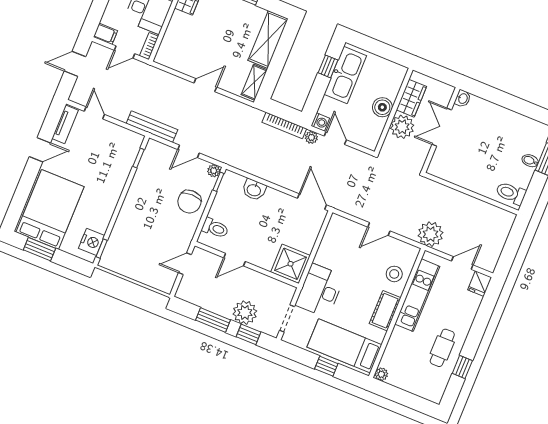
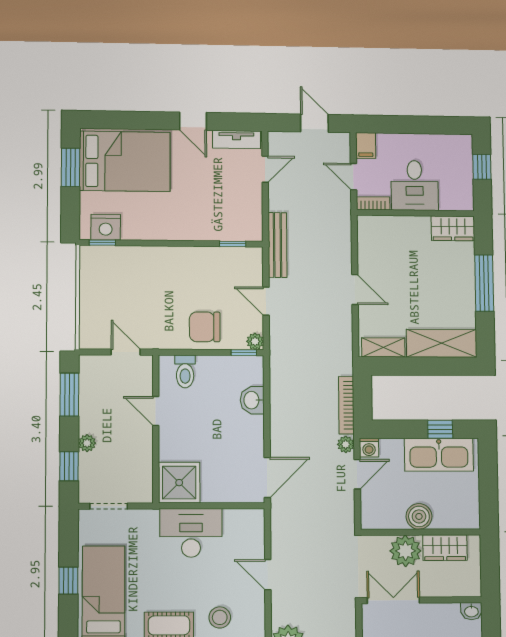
double door: (442, 127) -> (393, 600), moved
desk: (320, 291) -> (191, 533), moved
plant: (245, 313) -> (87, 443), width x0.53, depth x0.53
window: (213, 320) -> (69, 395), moved

